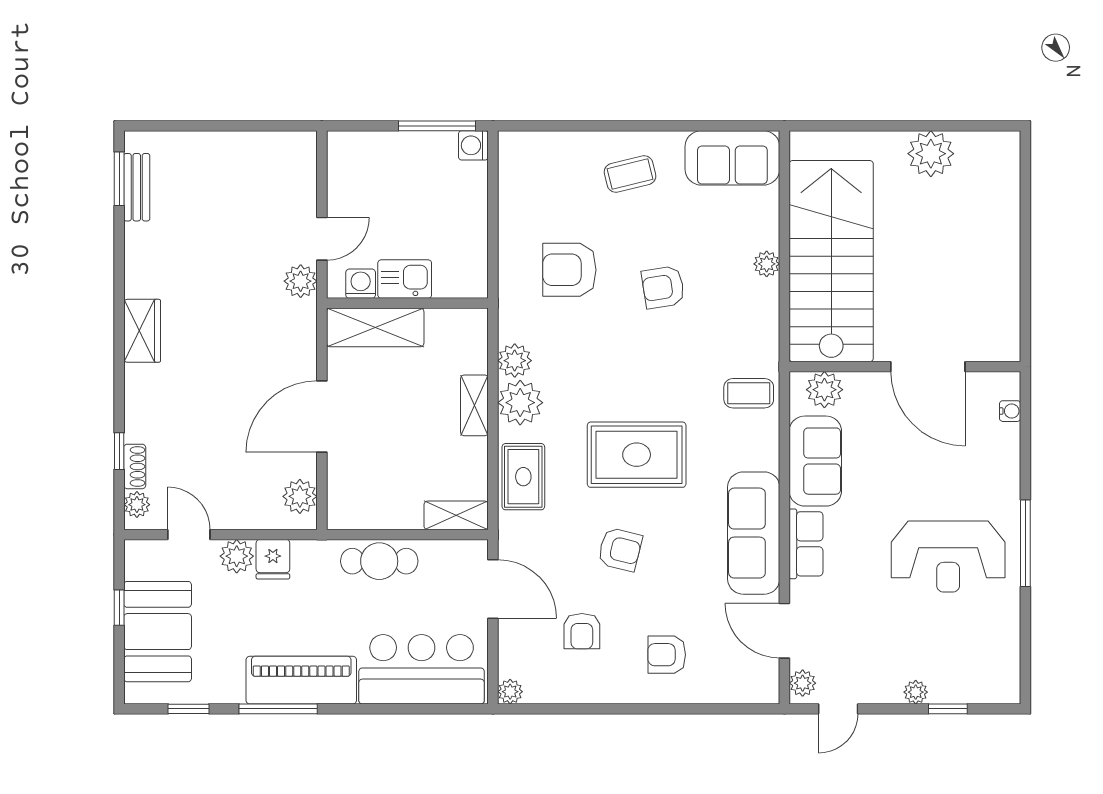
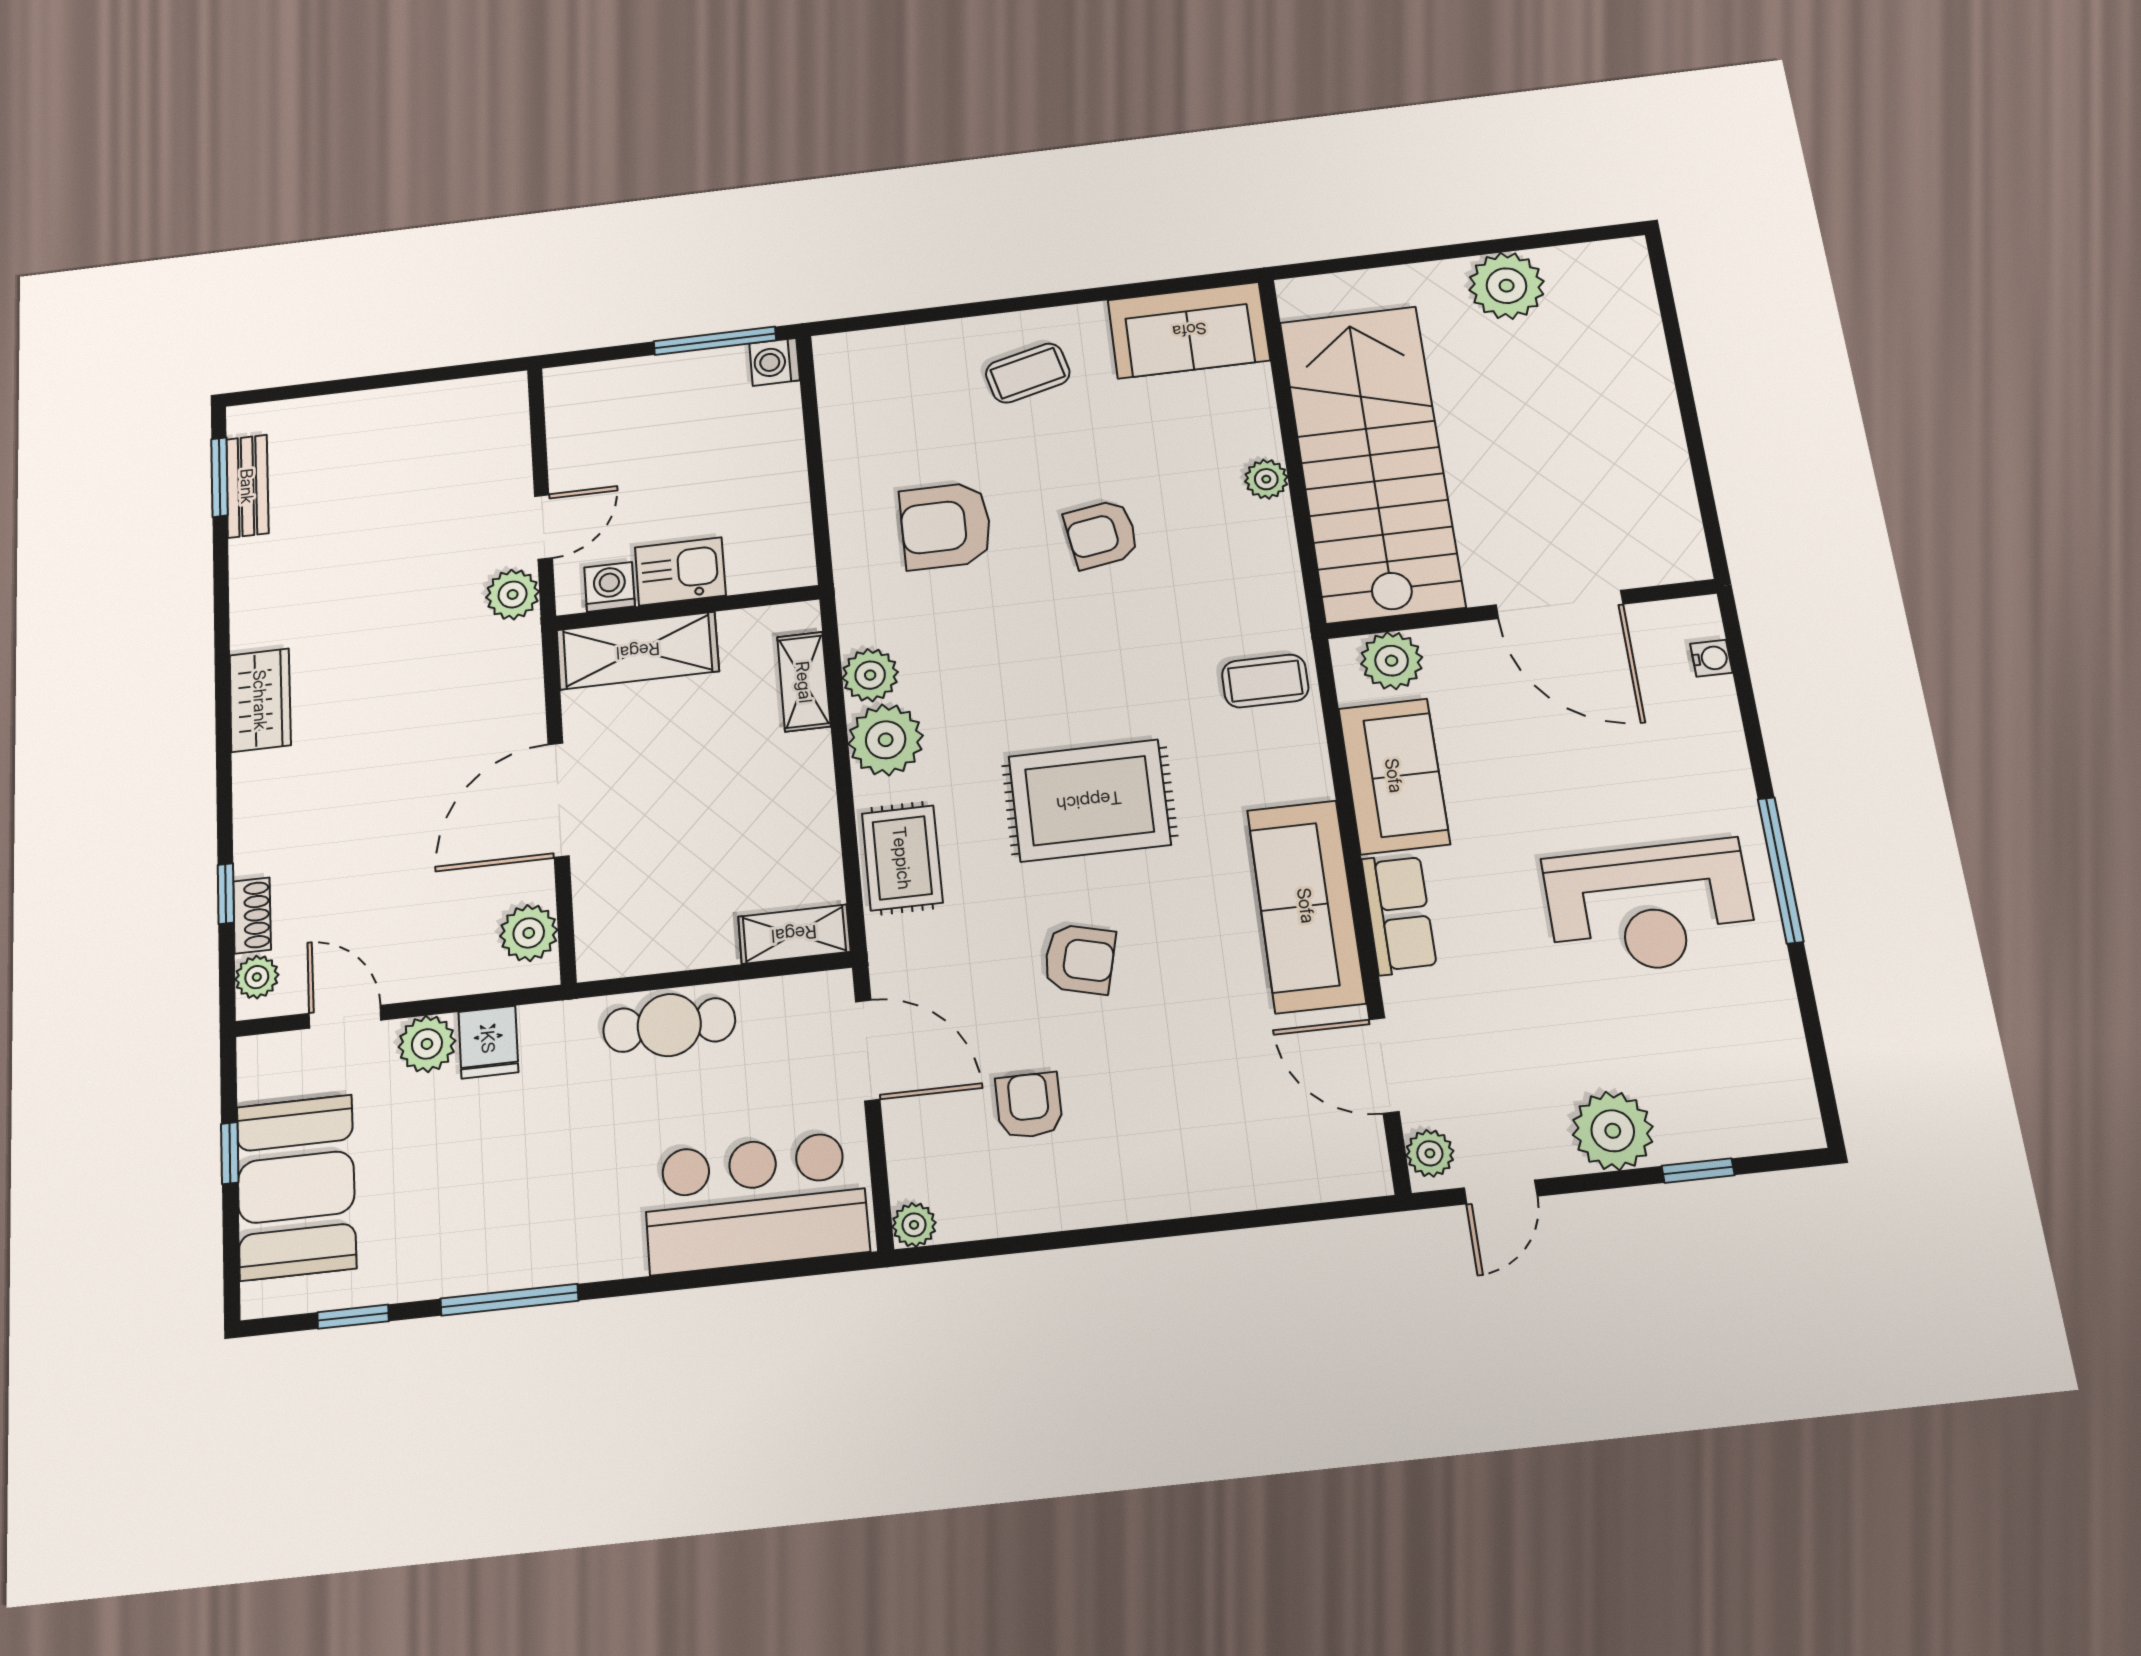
shelving: (474, 405) -> (804, 682), moved
armchair: (582, 631) -> (1029, 1105), turned 180
armchair: (667, 655) -> (1183, 1130), removed
piano: (301, 680) -> (547, 1245), removed
plant: (916, 692) -> (1613, 1131), width x1.88, depth x1.88

